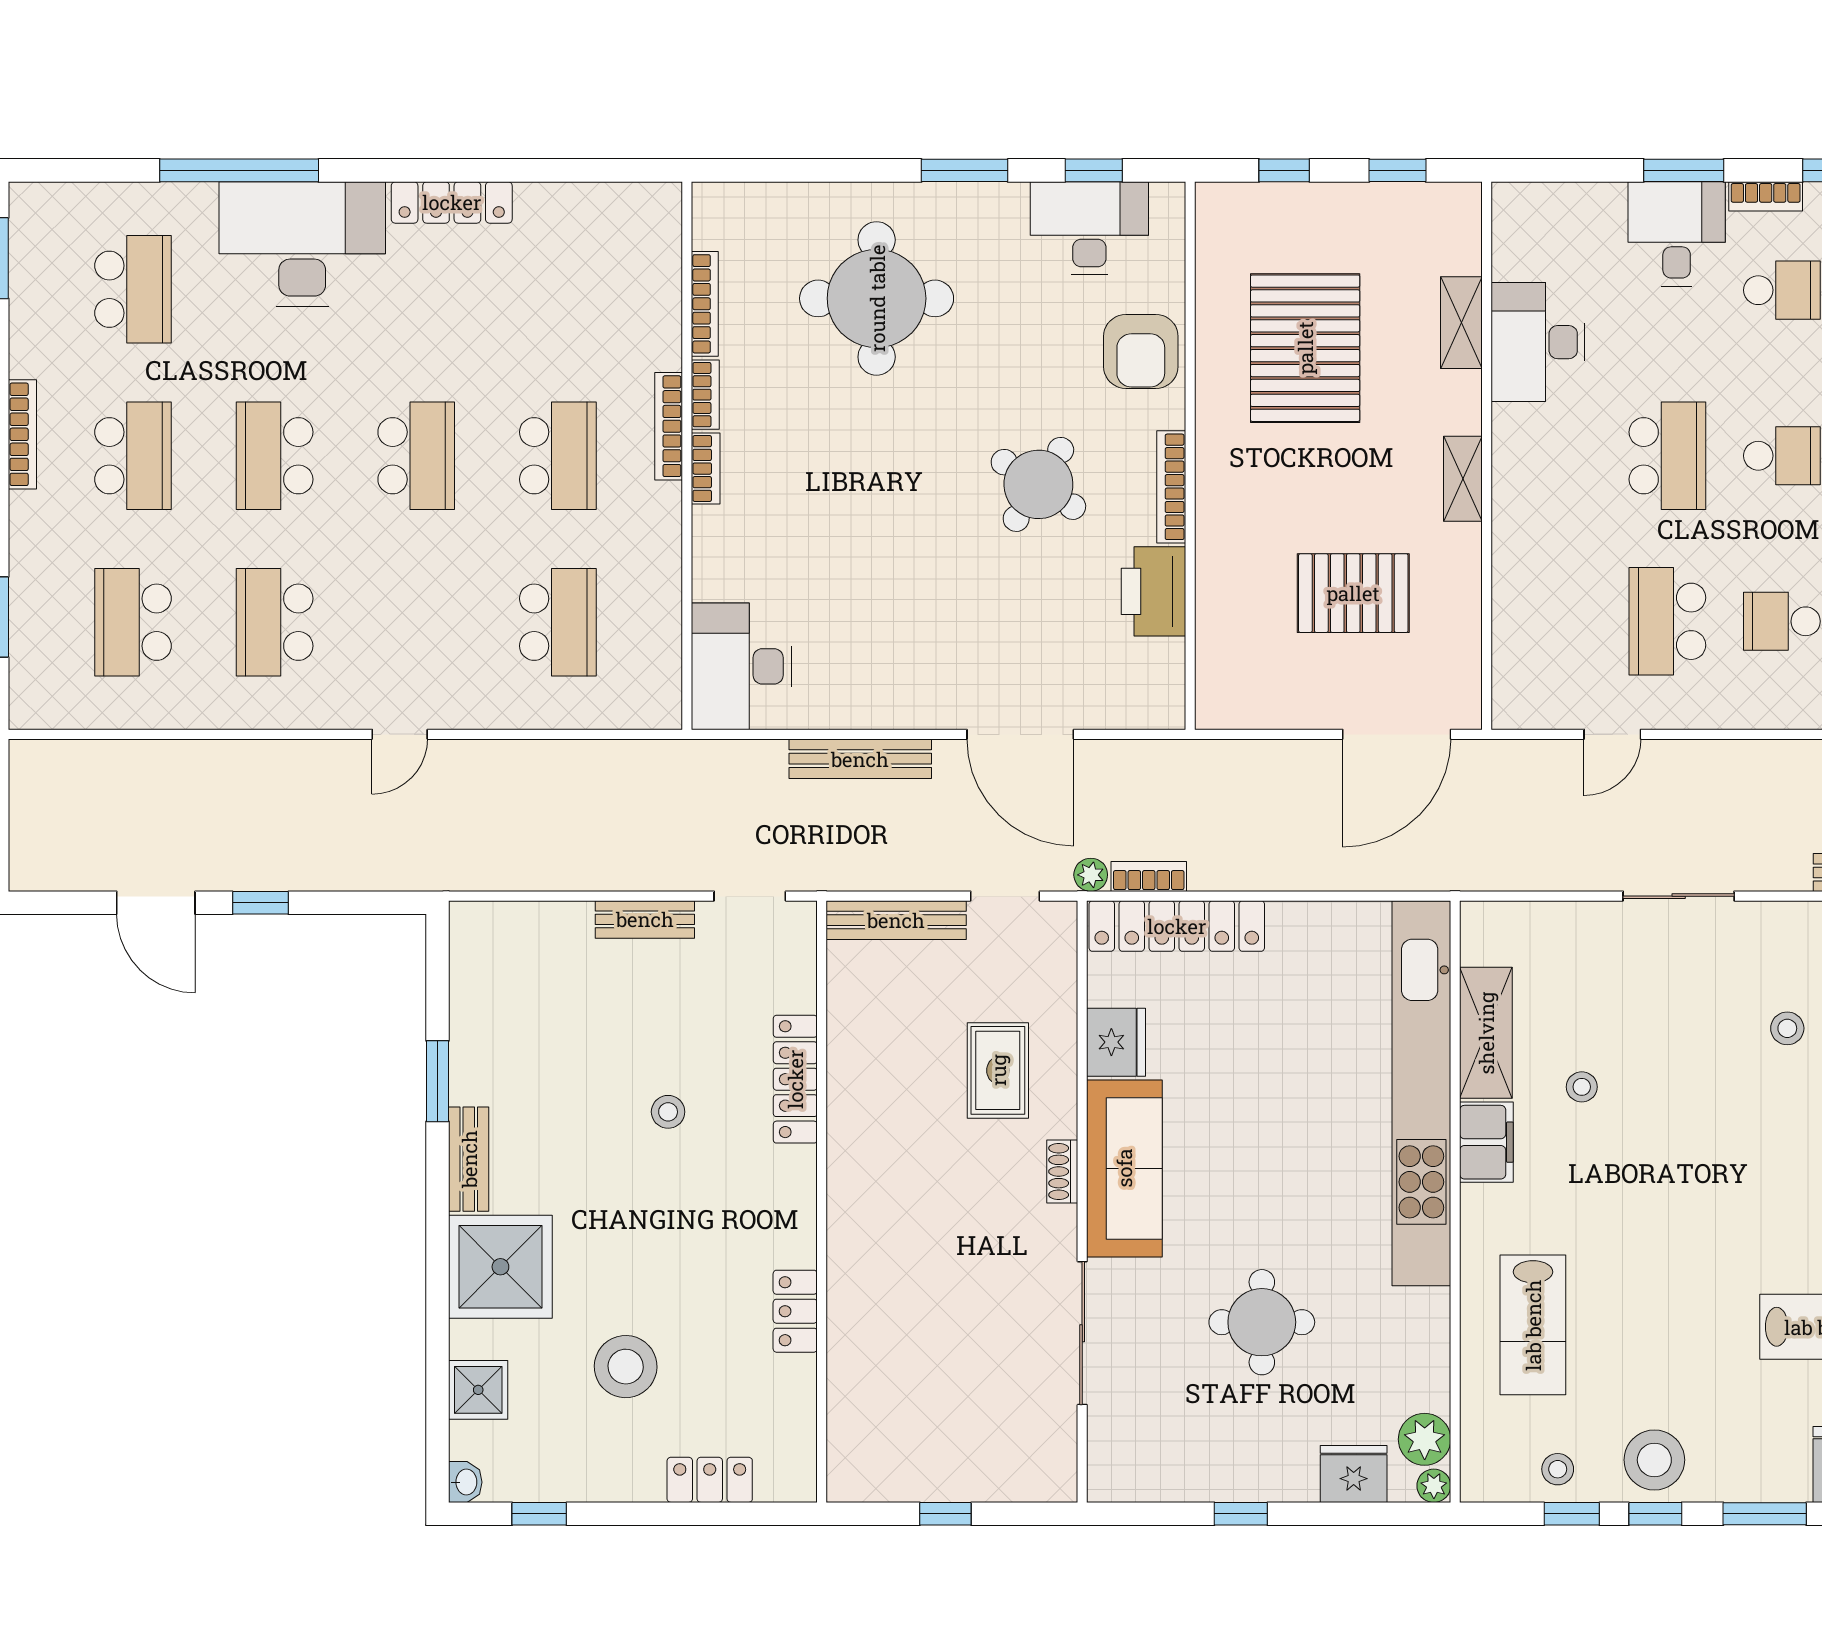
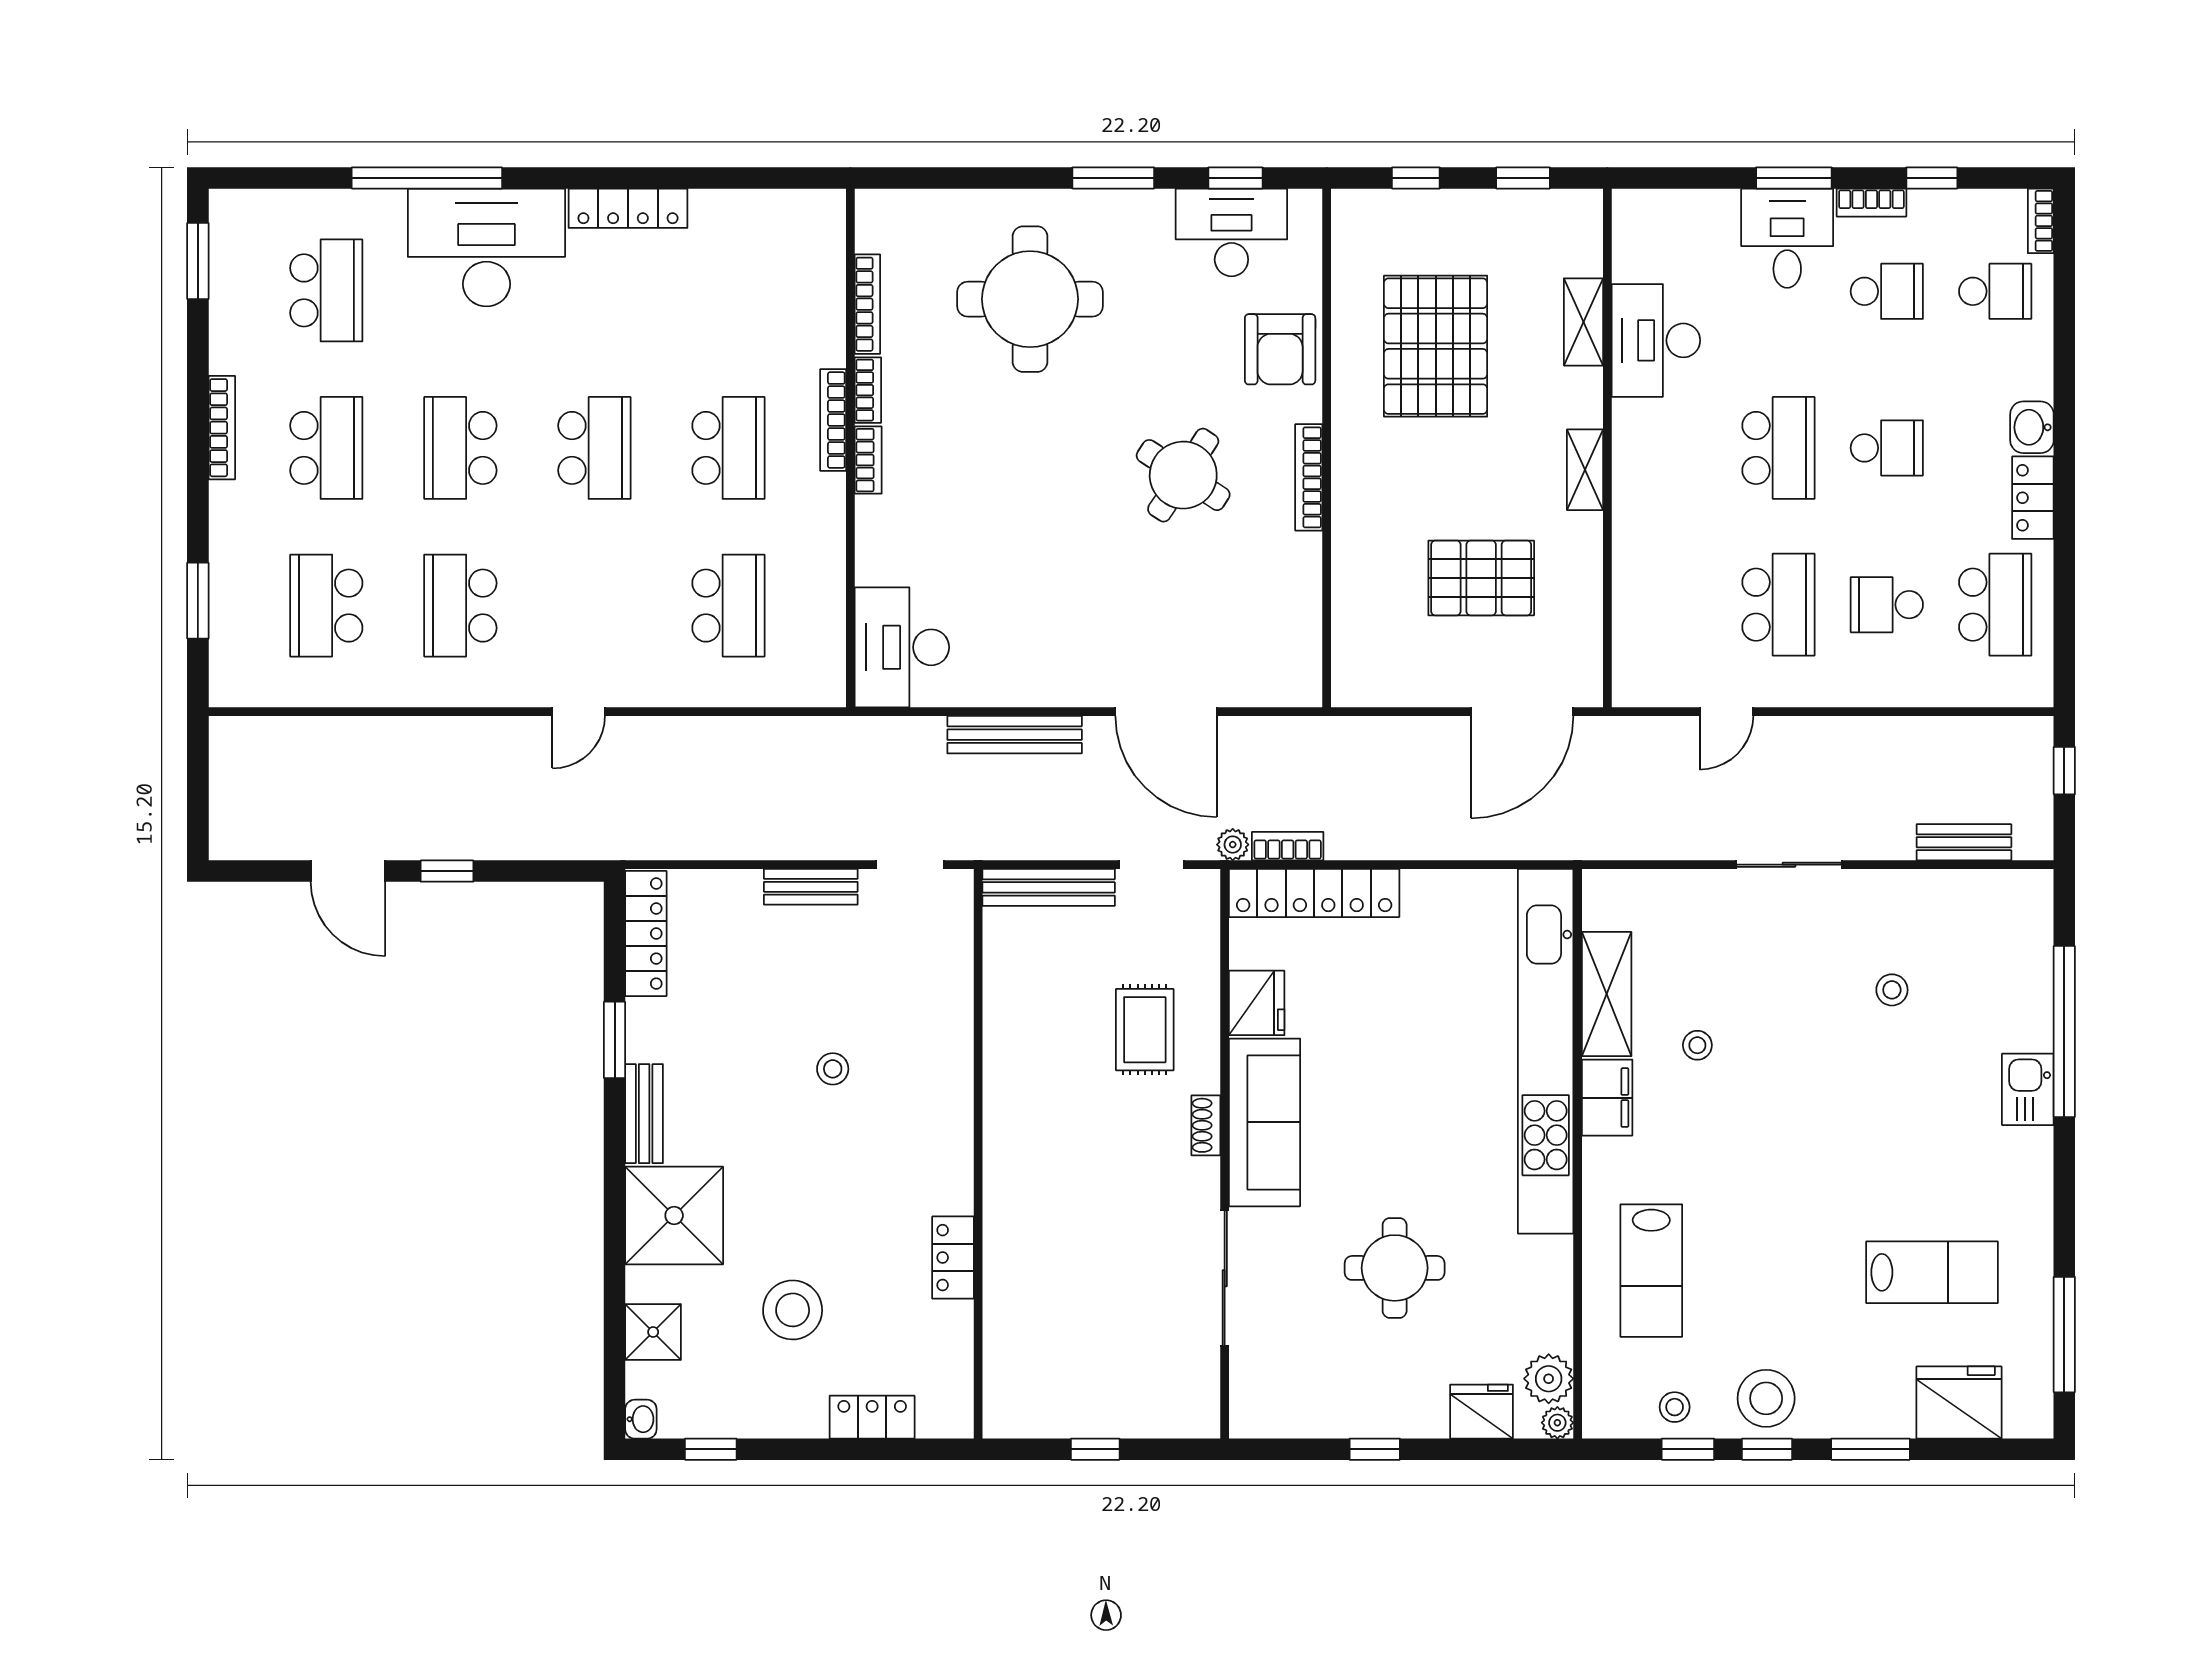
printer: (1153, 591) -> (1292, 576), removed
school desk: (1667, 621) -> (1778, 605), turned 180
locker: (795, 1079) -> (646, 934), moved, turned 180

